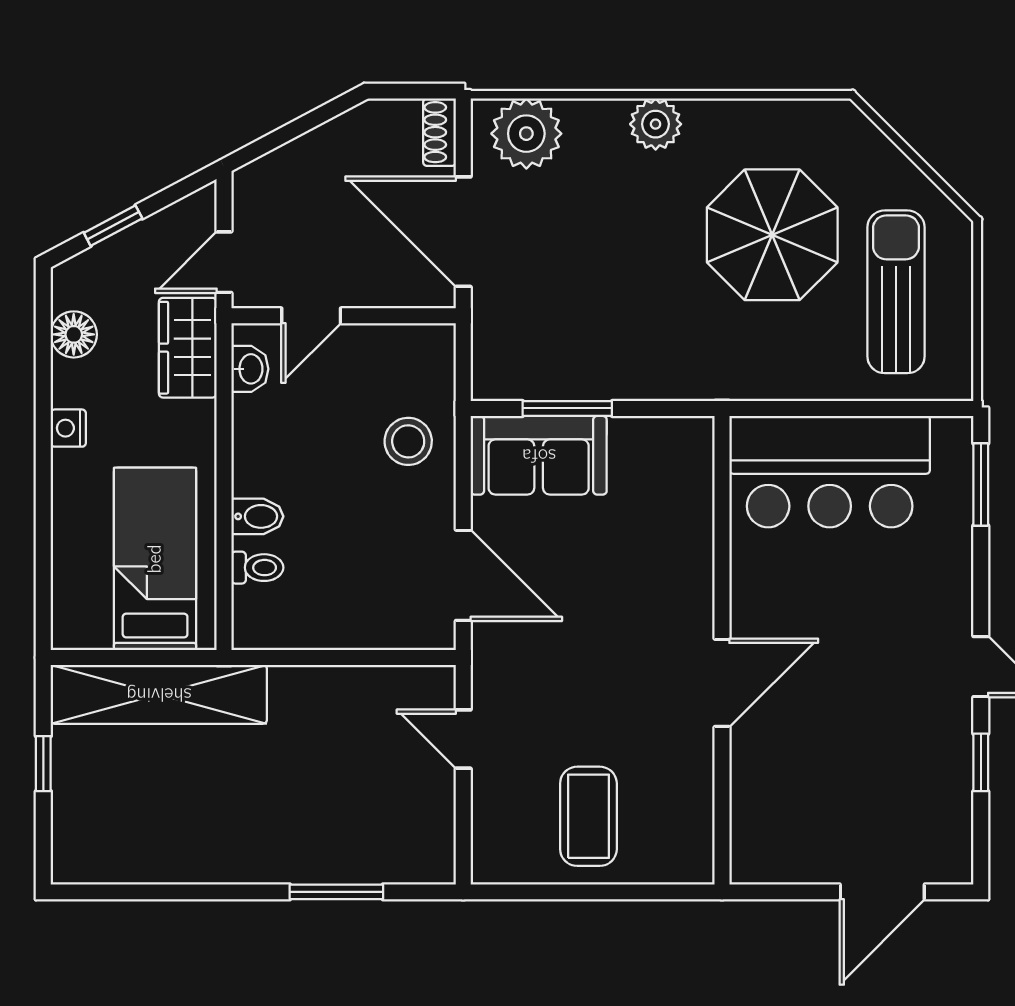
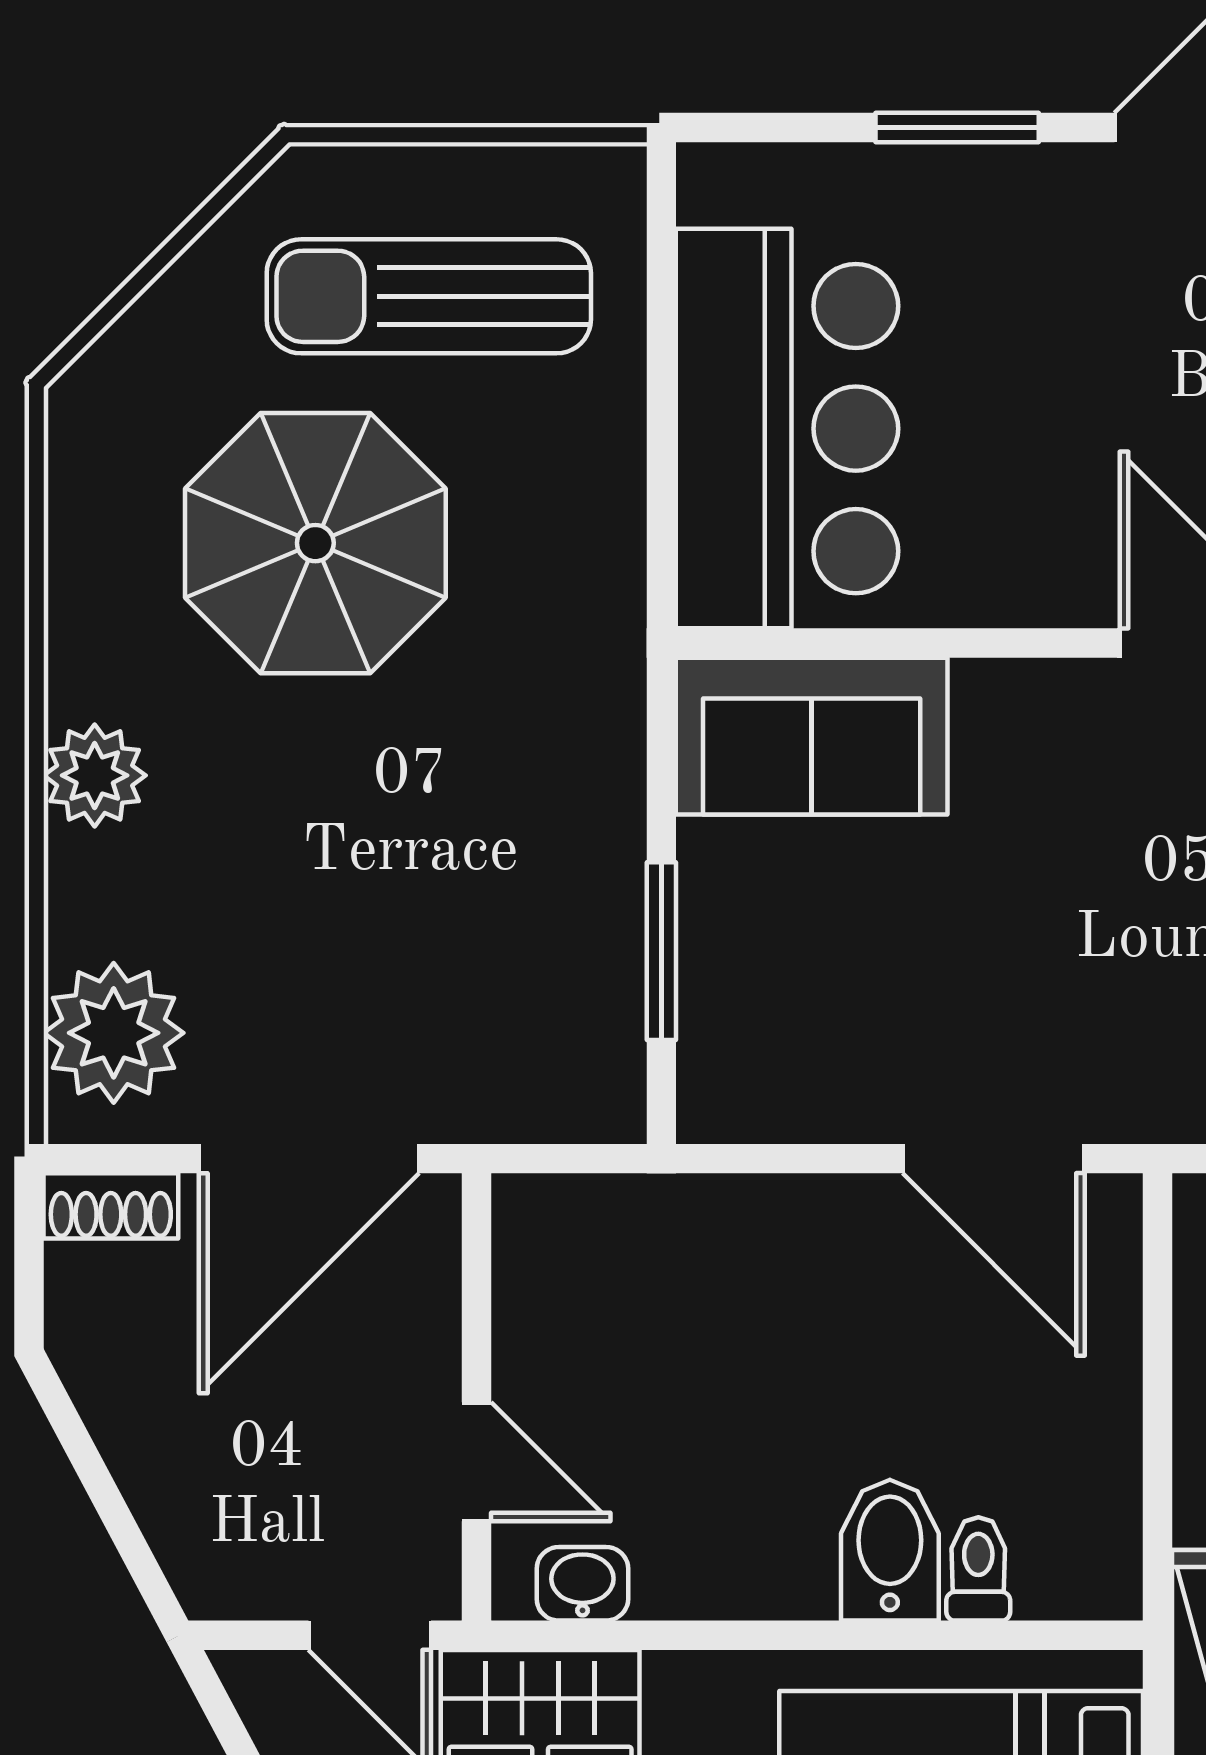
stool: (408, 441) -> (727, 1268), removed
sofa: (539, 455) -> (812, 736), moved, turned 90
window: (981, 484) -> (957, 127), moved
bidet: (257, 516) -> (890, 1550), width x1.38, depth x1.36
door: (463, 575) -> (994, 1159), swing flipped

